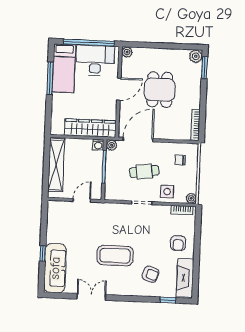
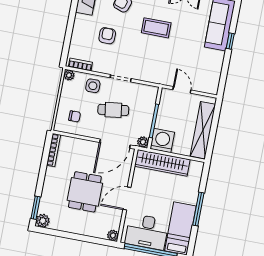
window: (50, 78) -> (198, 209), moved
washing machine: (98, 145) -> (162, 141), width x1.89, depth x1.89
door: (82, 200) -> (182, 90), swing flipped
armchair: (178, 243) -> (107, 36), moved
coffee table: (115, 256) -> (156, 28), width x0.73, depth x0.76

